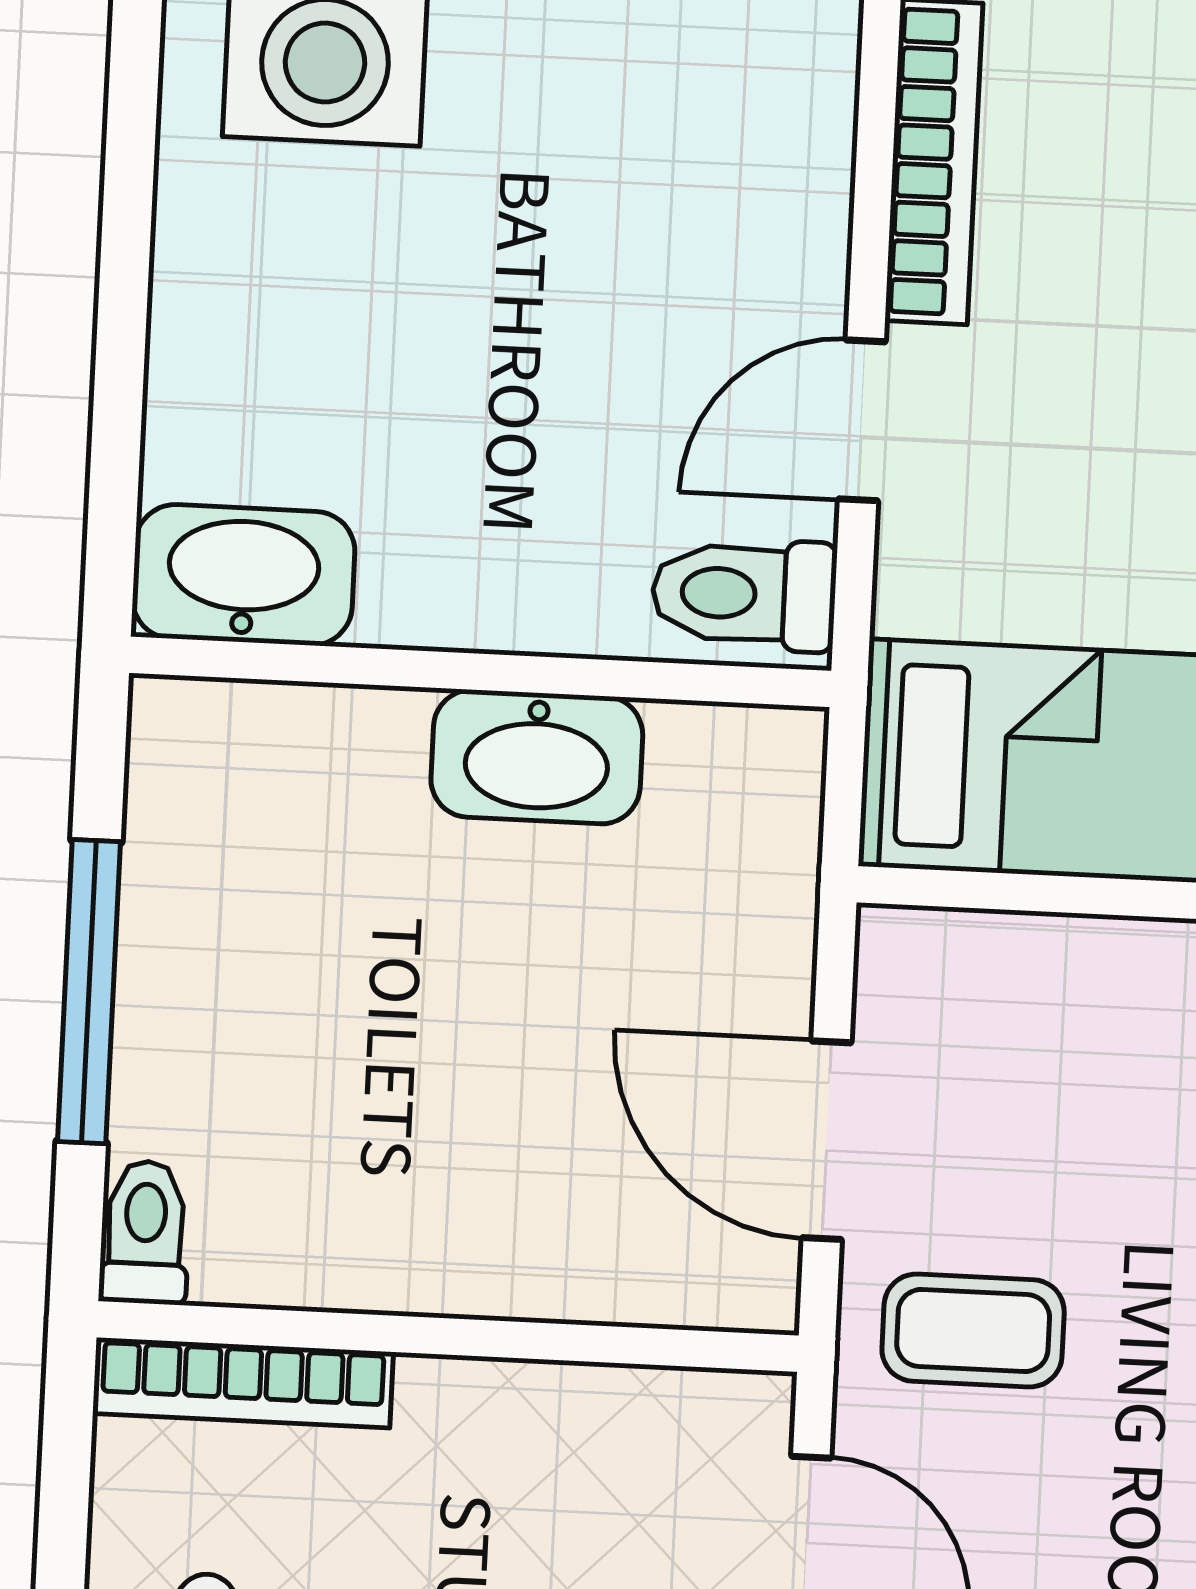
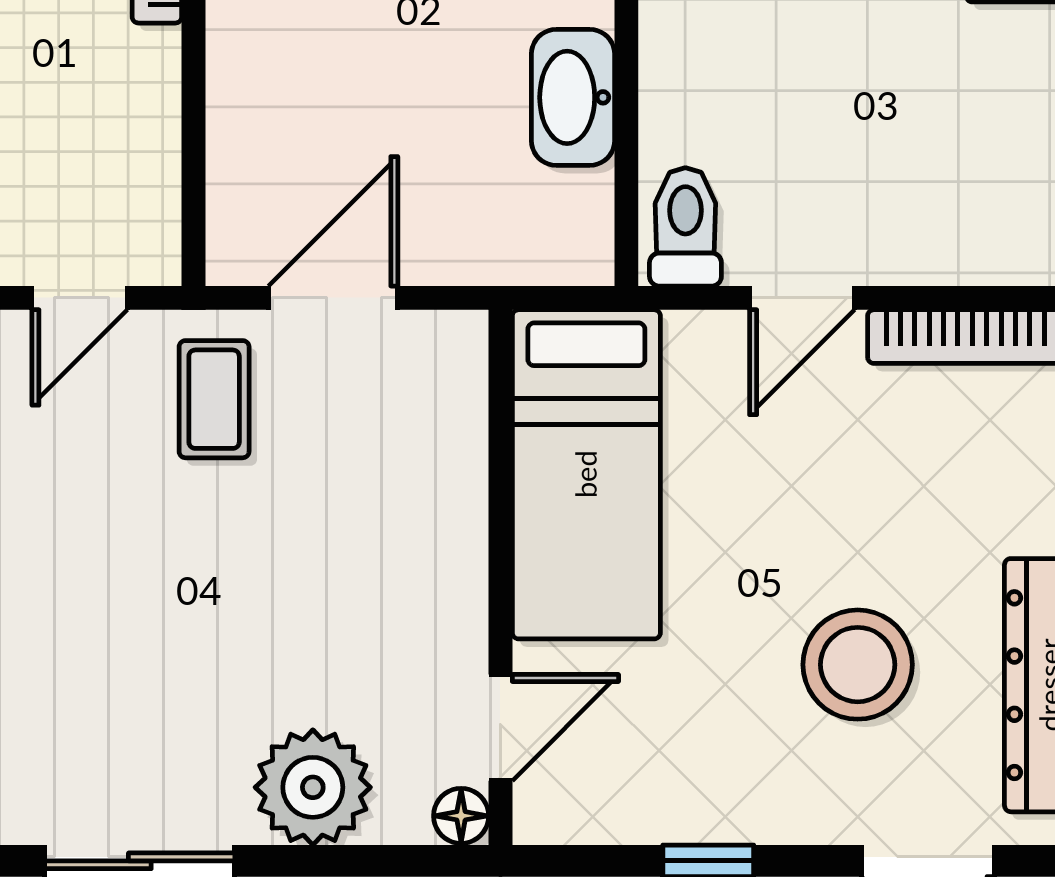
door: (862, 420) -> (802, 298), swing flipped

